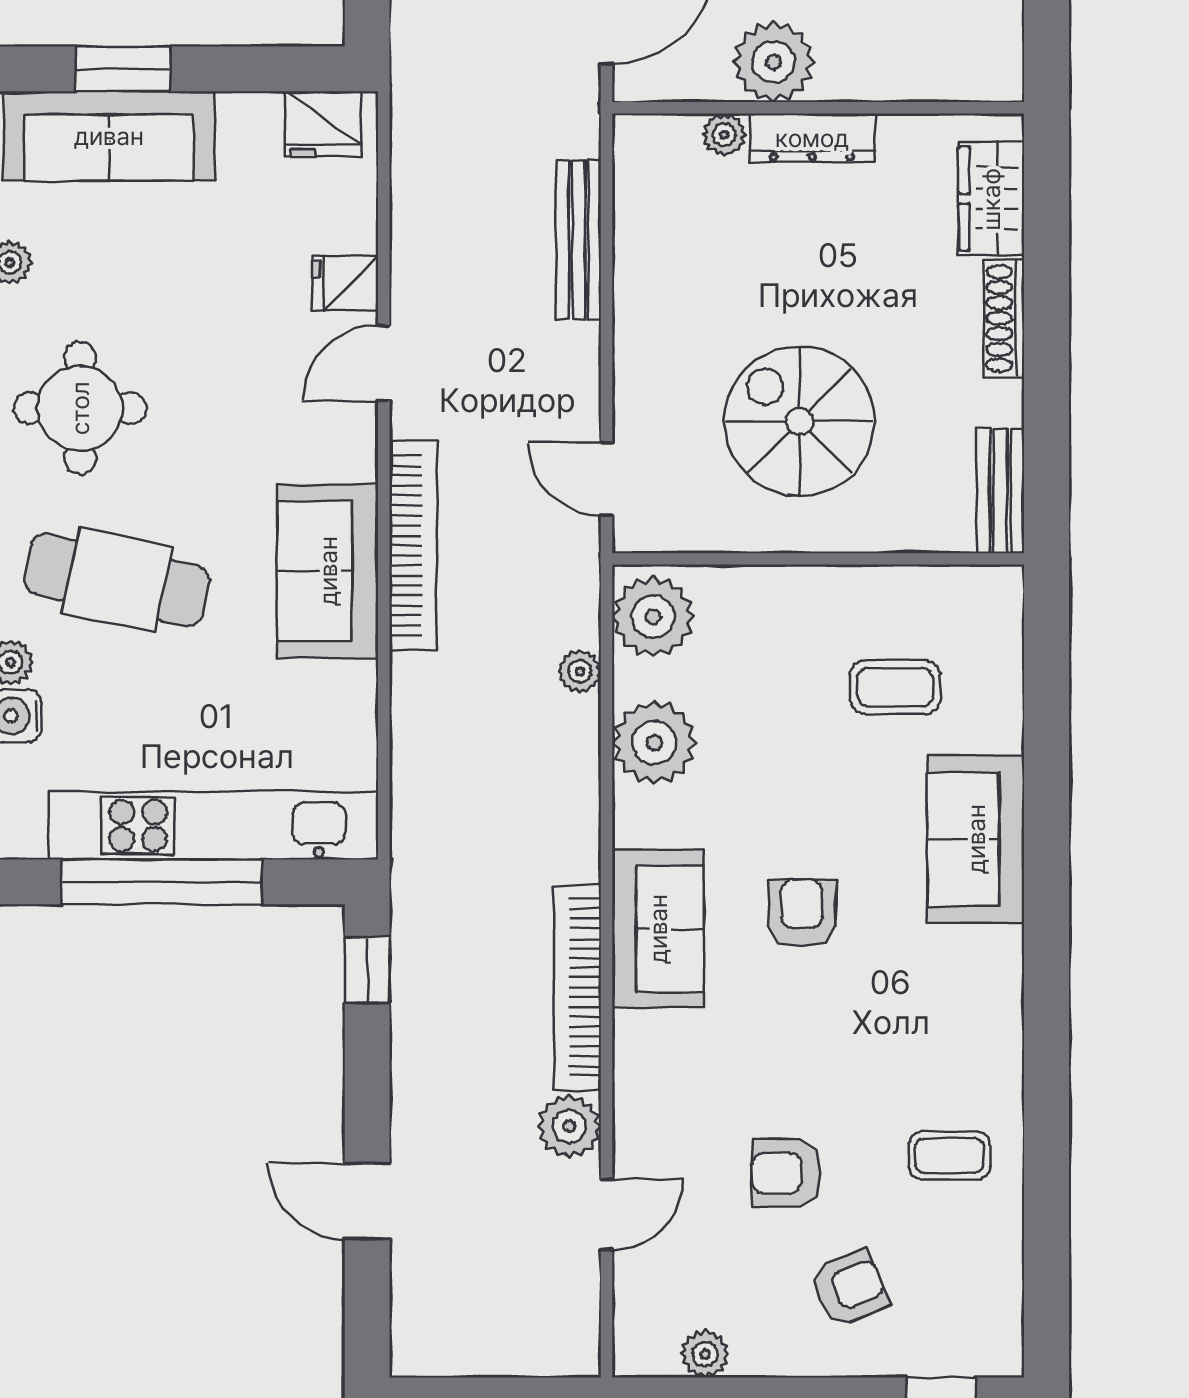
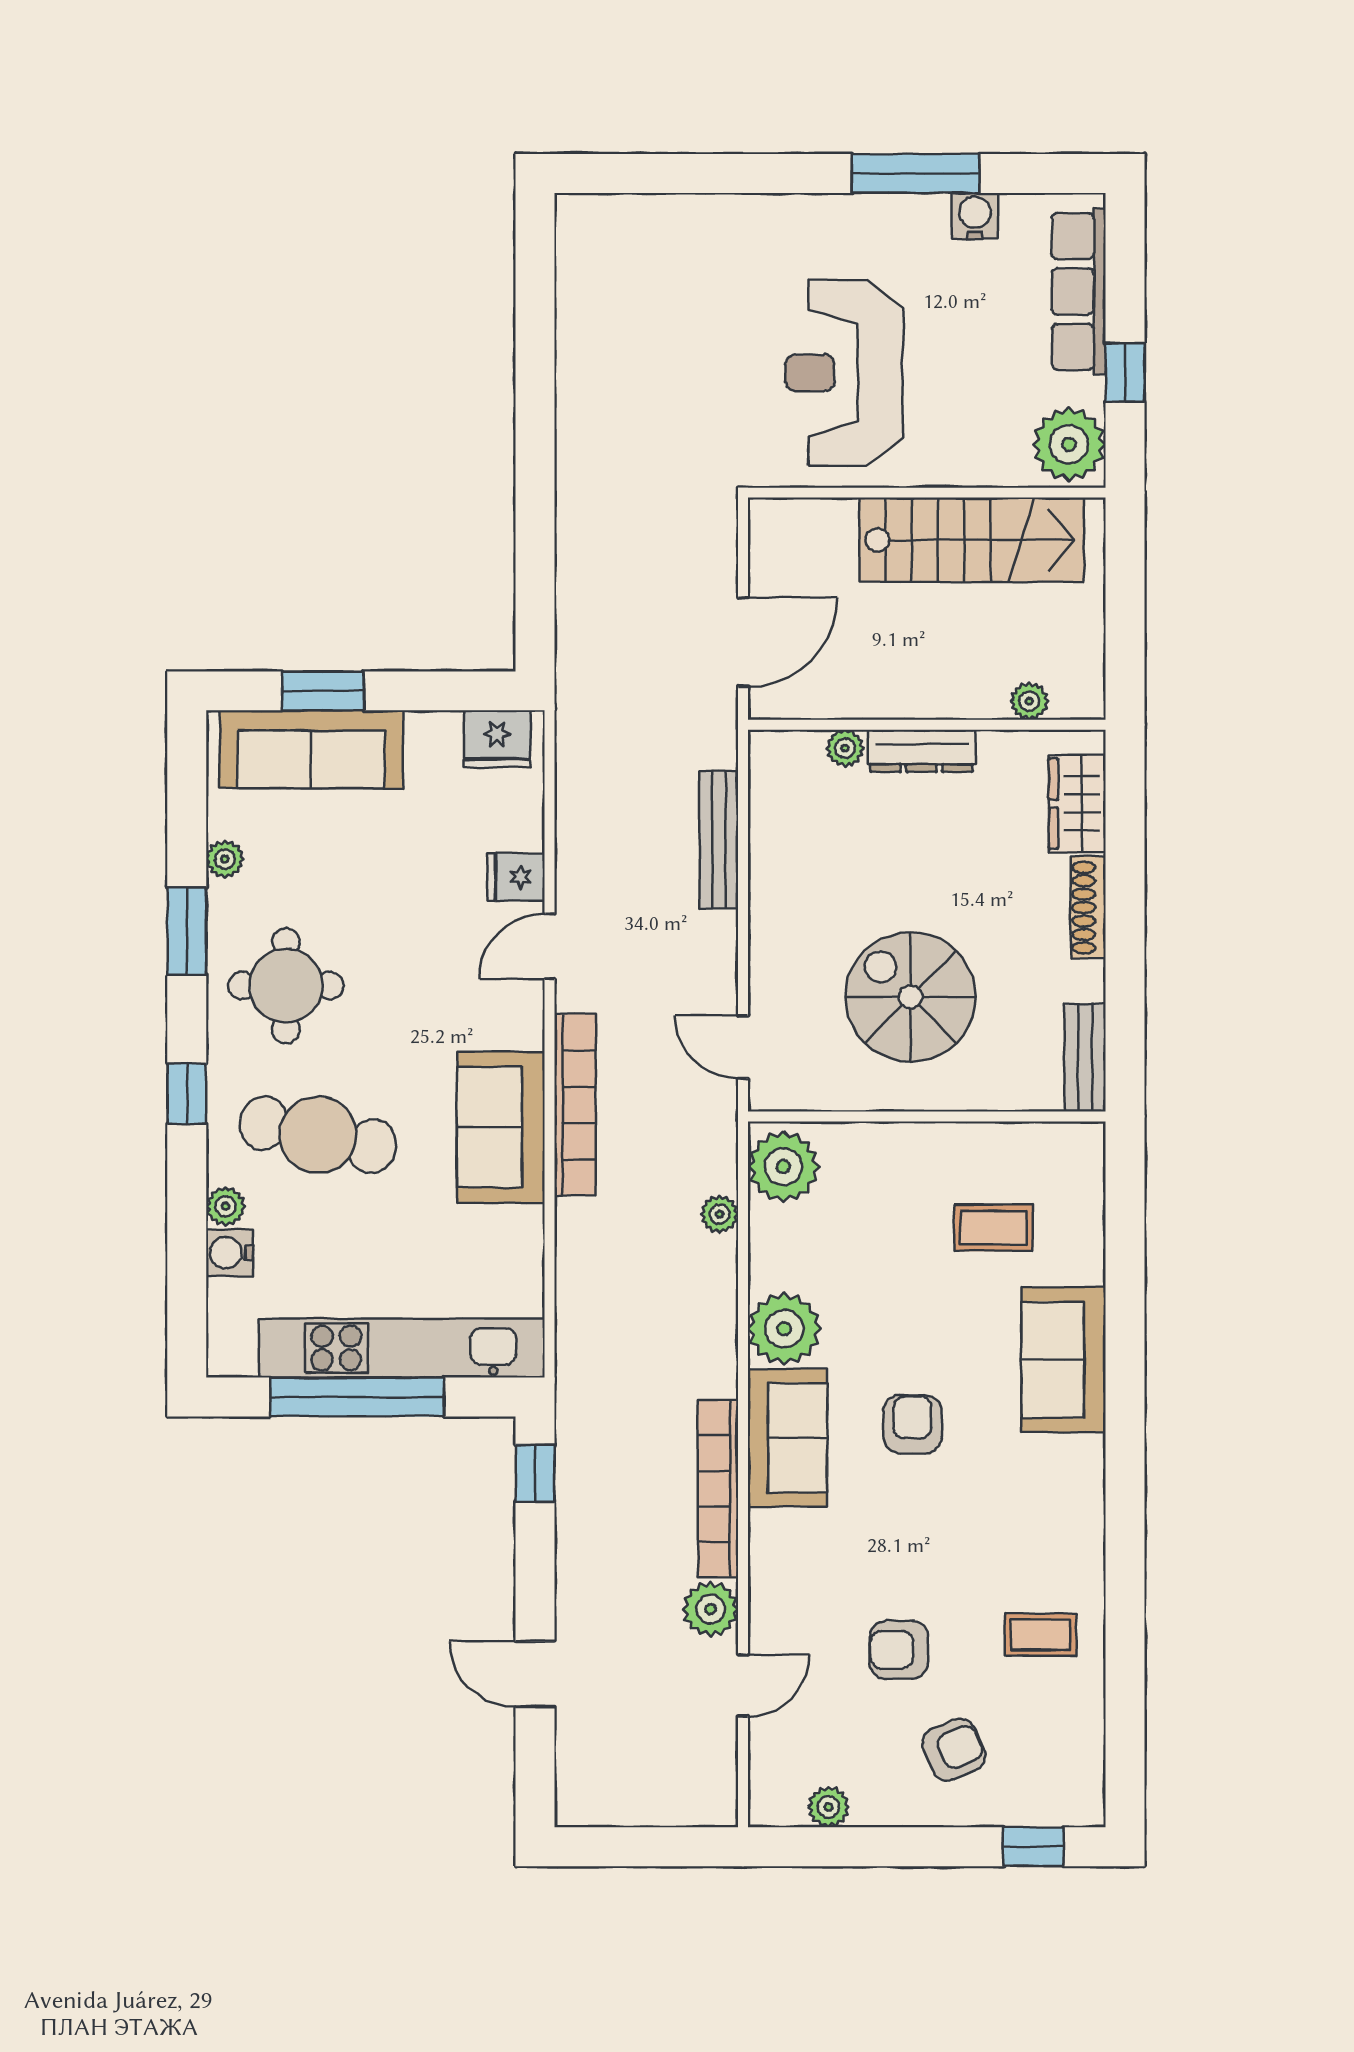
plant: (774, 62) -> (1029, 701), moved, width x0.53, depth x0.53
plant: (654, 743) -> (784, 1329), moved

